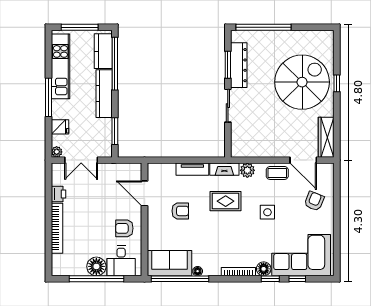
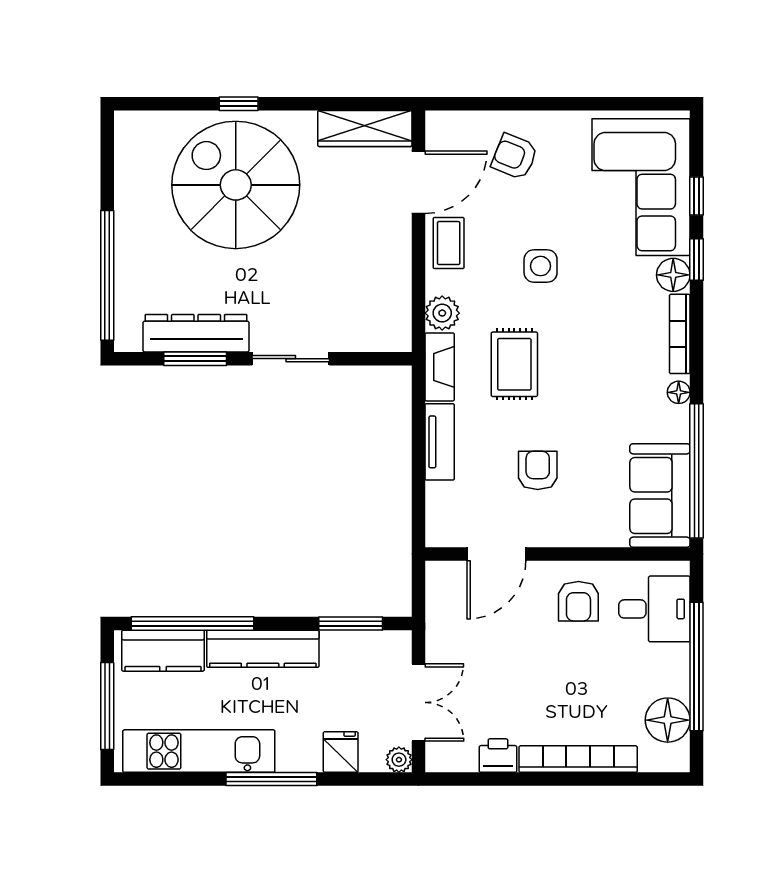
floor lamp: (96, 266) -> (668, 720), moved
floor lamp: (198, 271) -> (679, 392), moved

